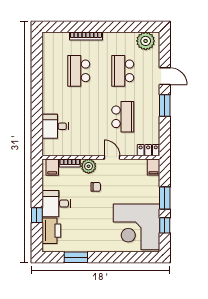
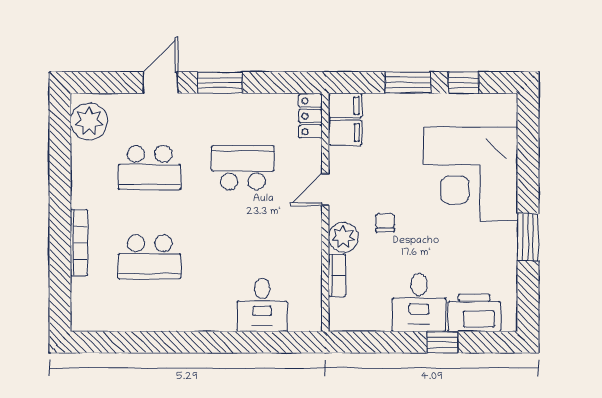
filing cabinet: (52, 167) -> (345, 133), moved
corner desk: (136, 227) -> (471, 174), moved, turned 90
window: (76, 257) -> (528, 237), moved

